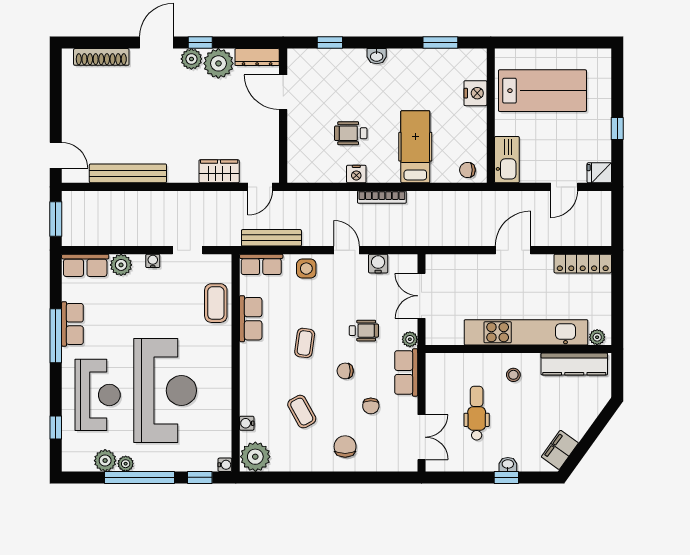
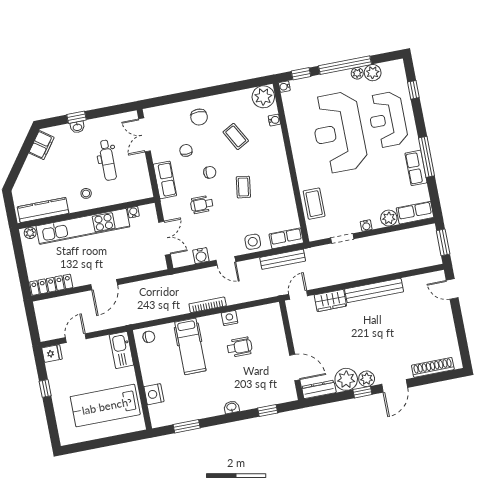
bench: (128, 173) -> (374, 290), moved
row of seats: (251, 319) -> (286, 197), removed
water cooler: (456, 338) -> (133, 212), added
plant: (410, 339) -> (167, 205), removed

